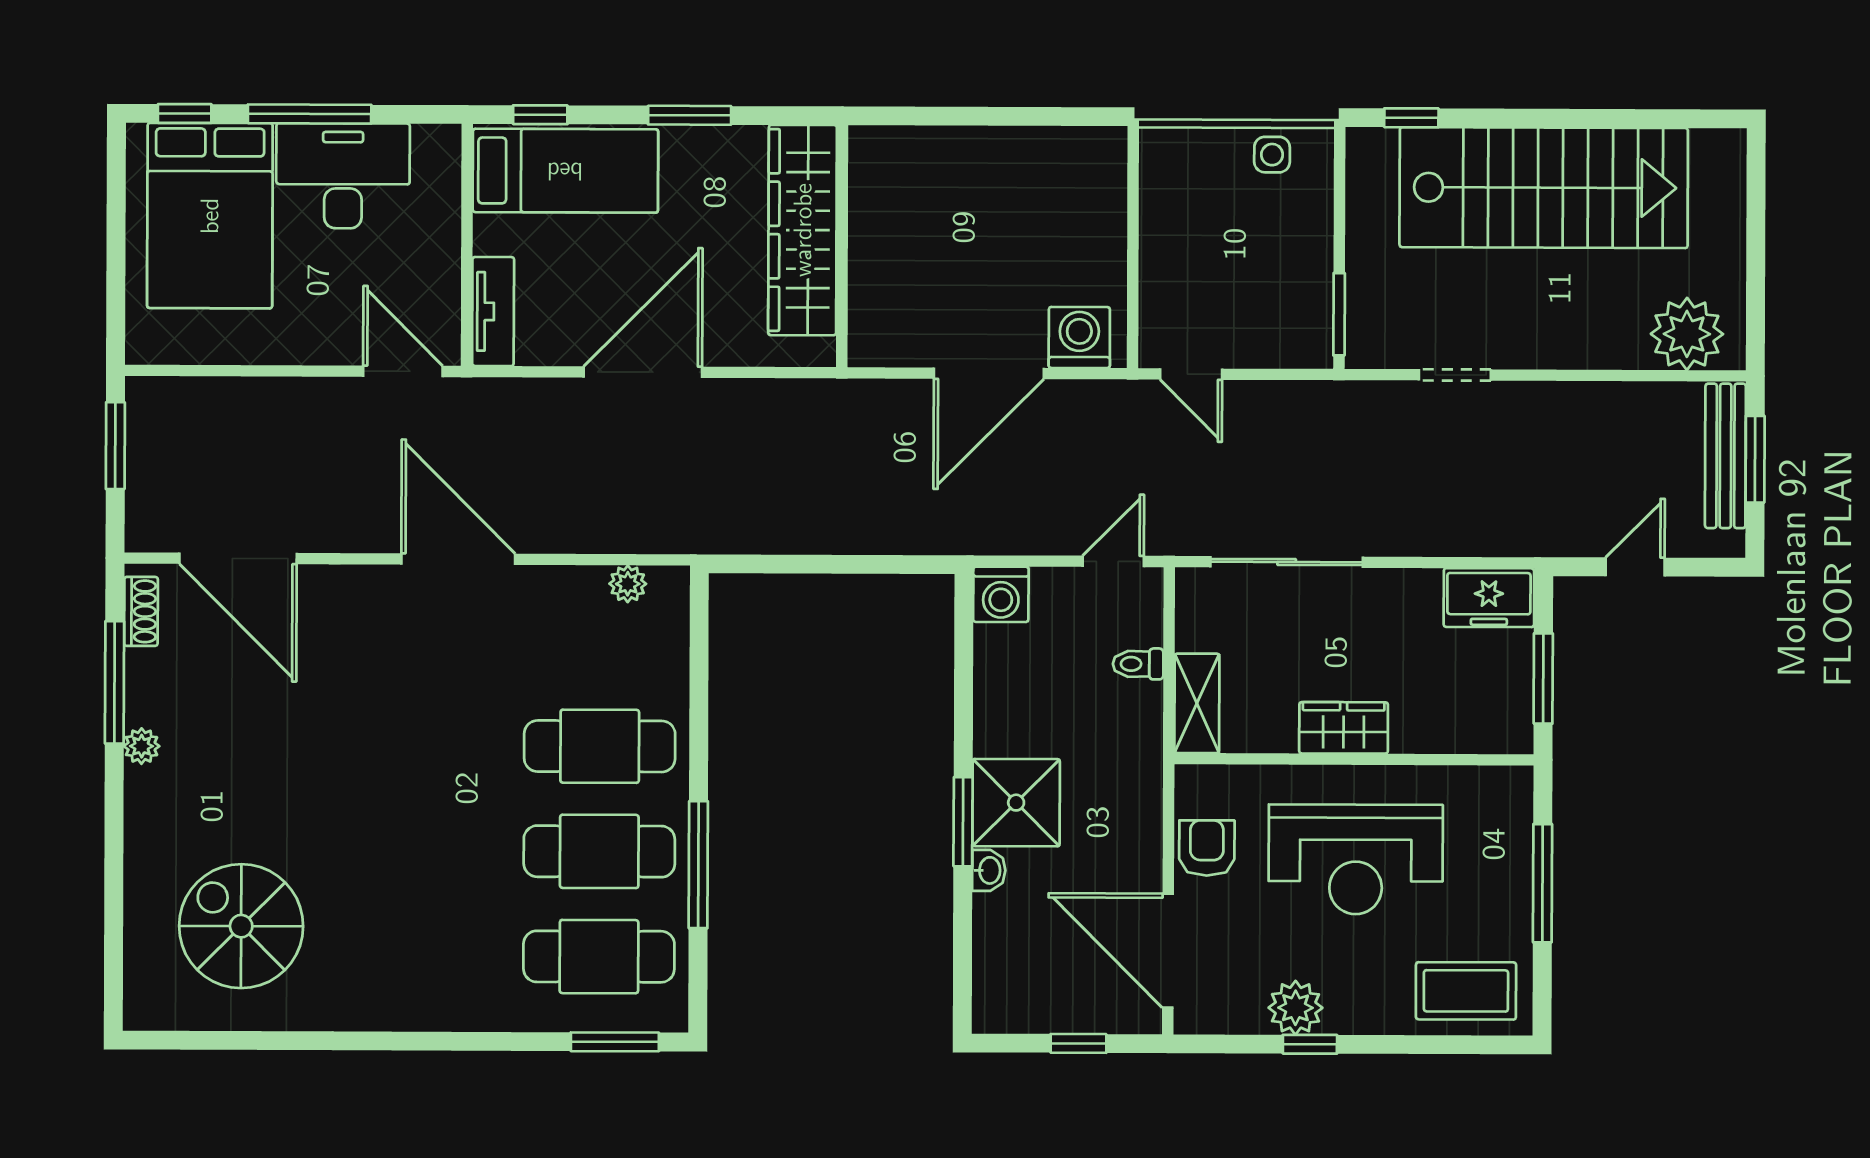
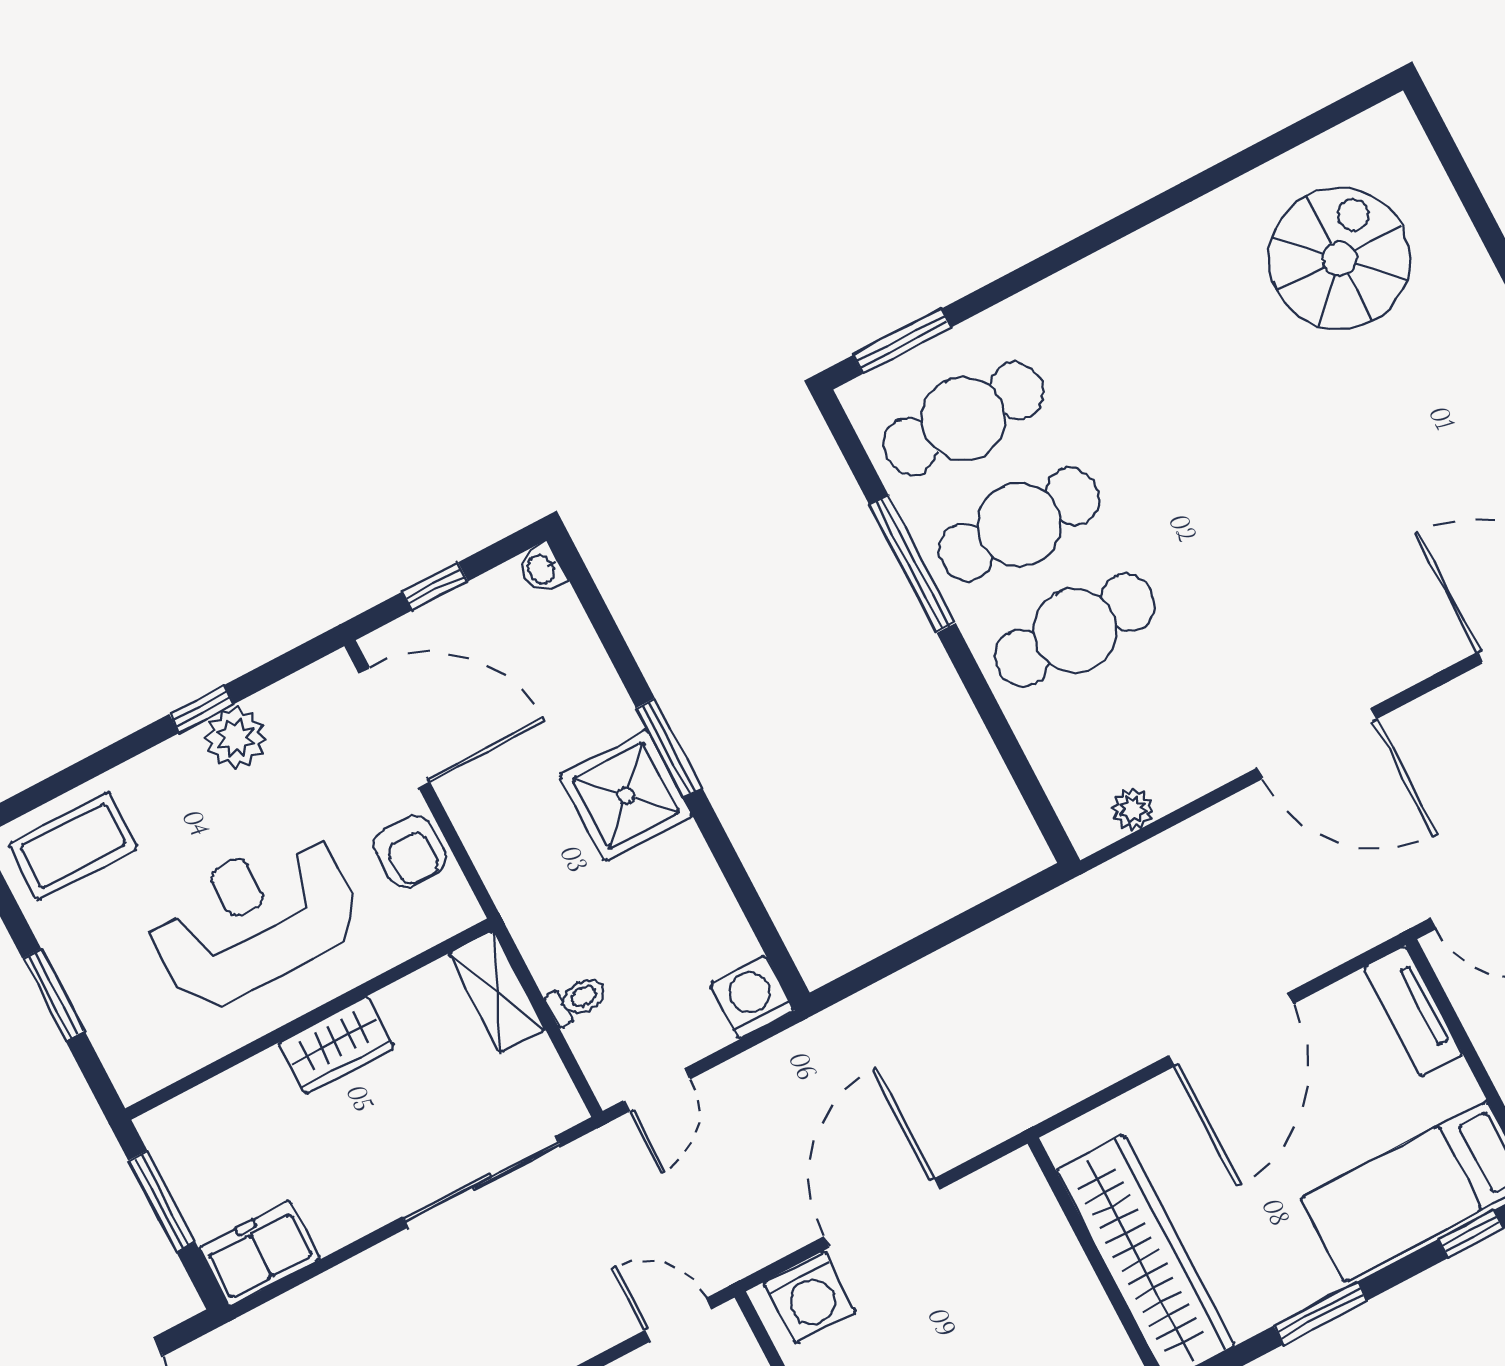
washbasin: (989, 870) -> (542, 569), moved
window: (1543, 883) -> (53, 995), width x0.69
spiral stairs: (241, 926) -> (1340, 259), turned -90

